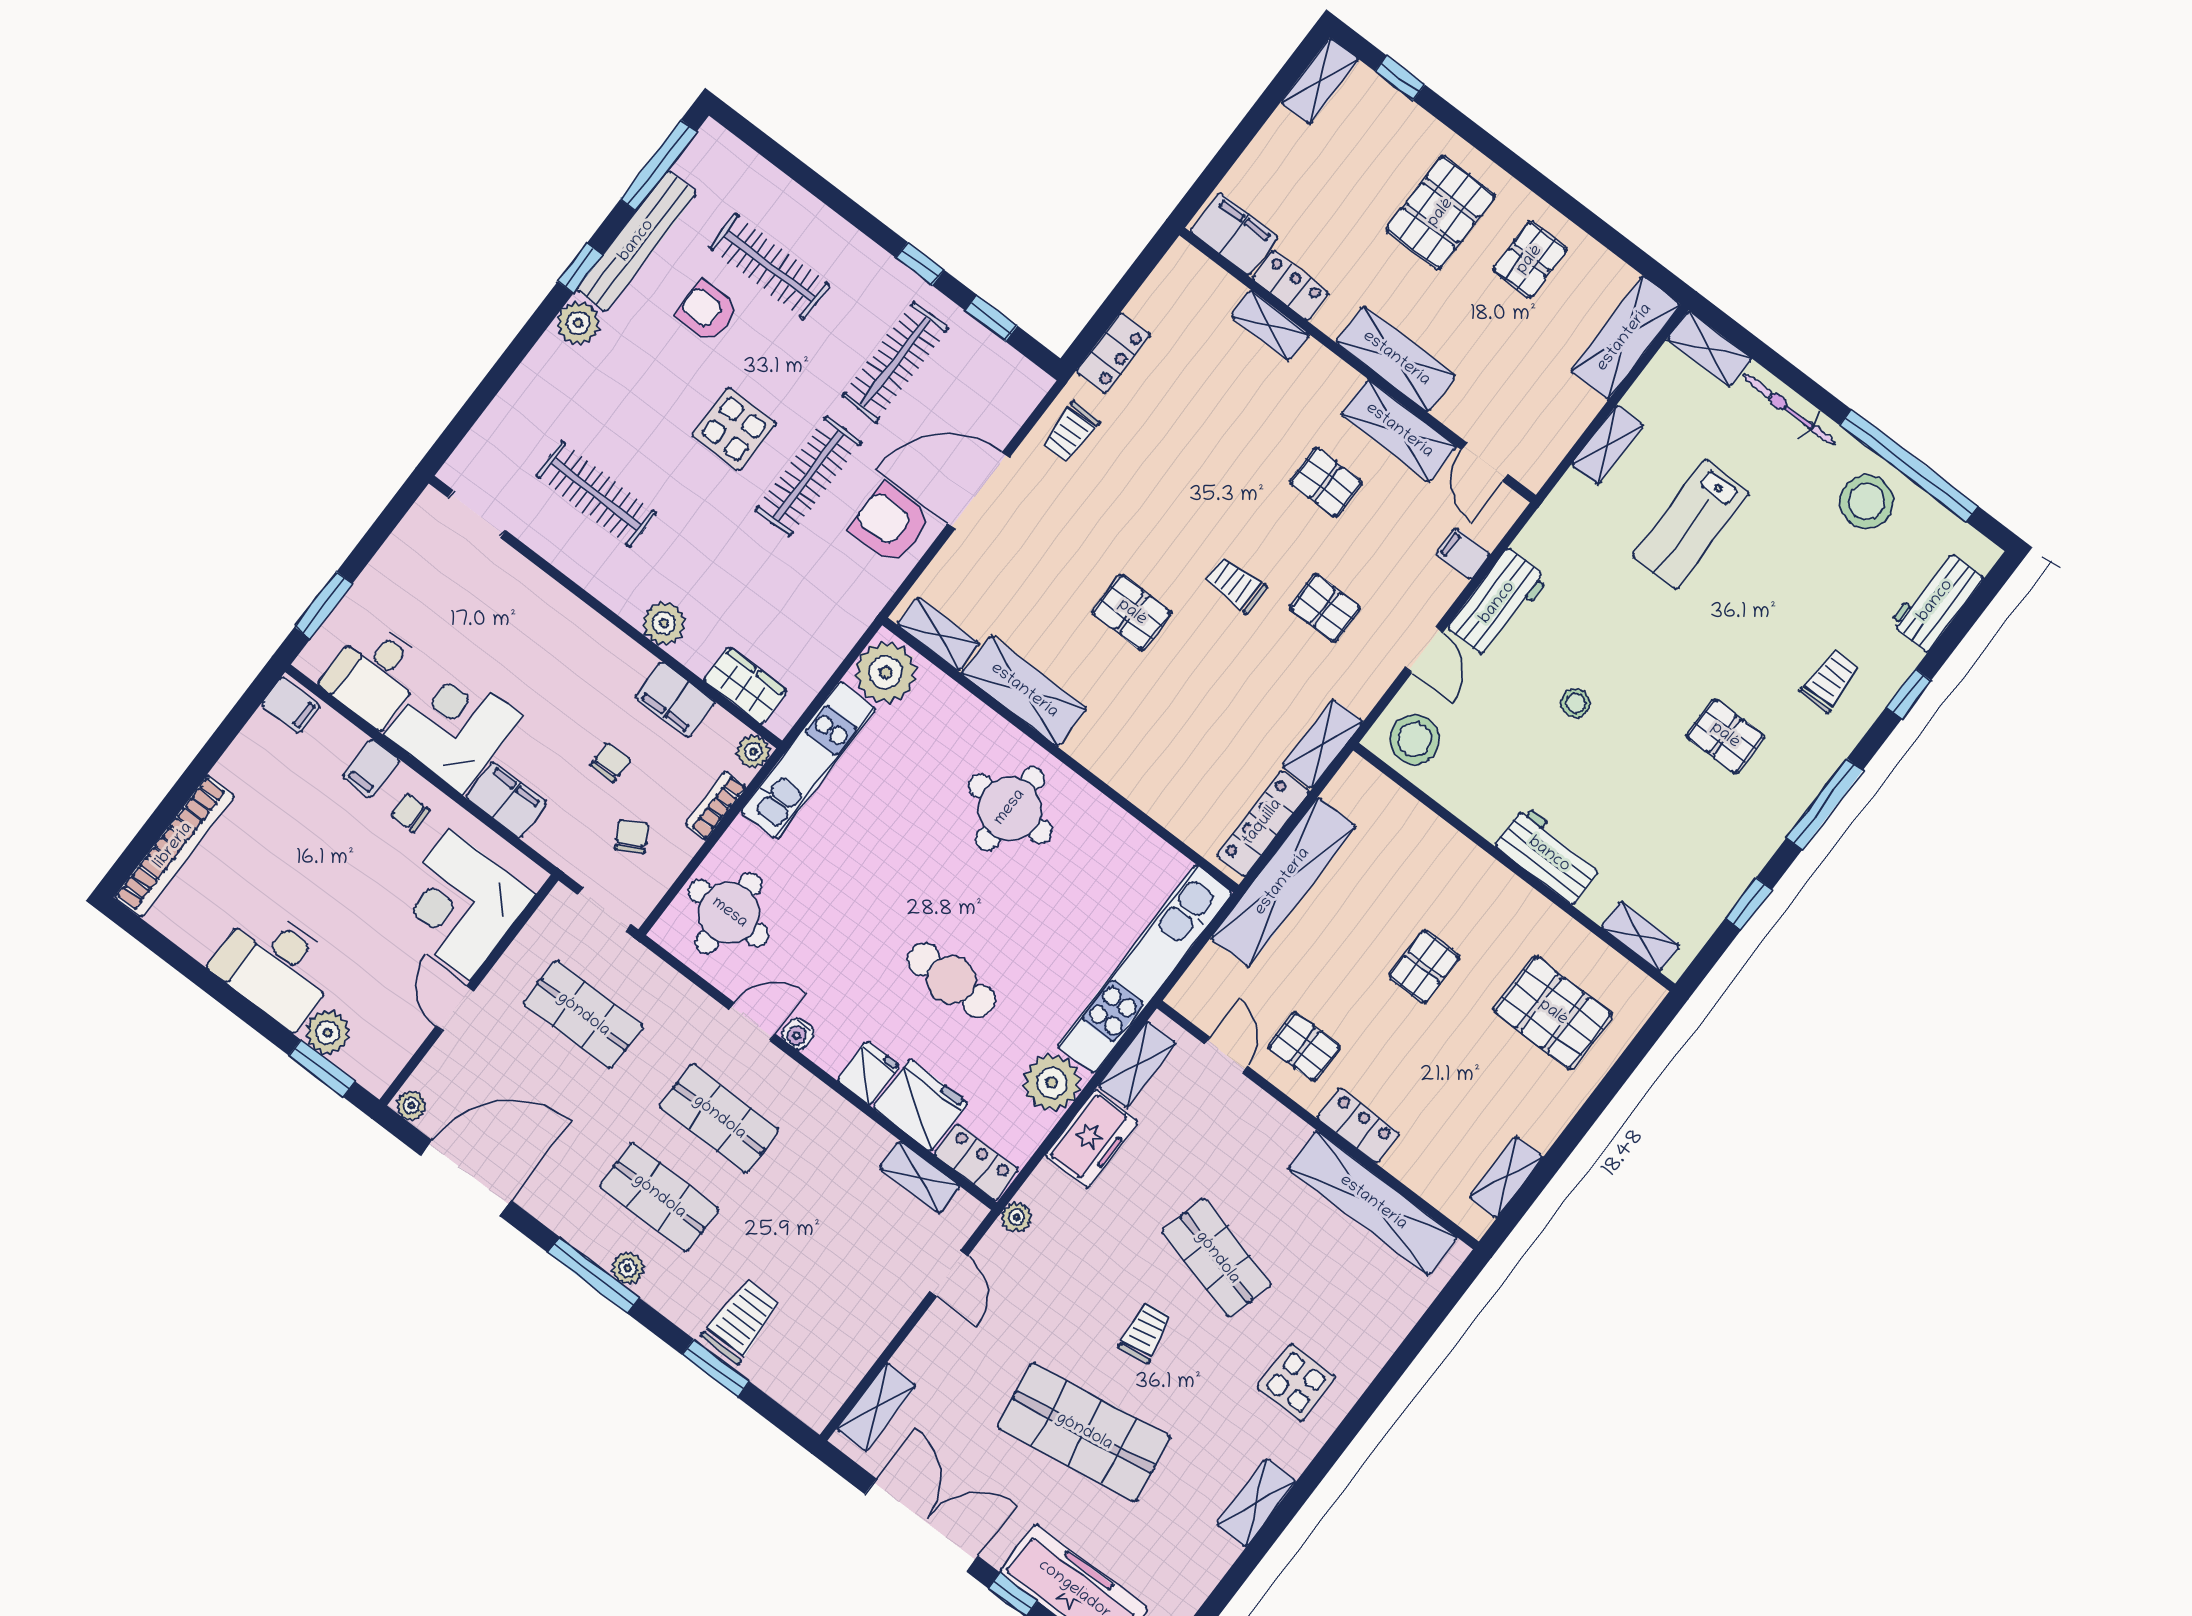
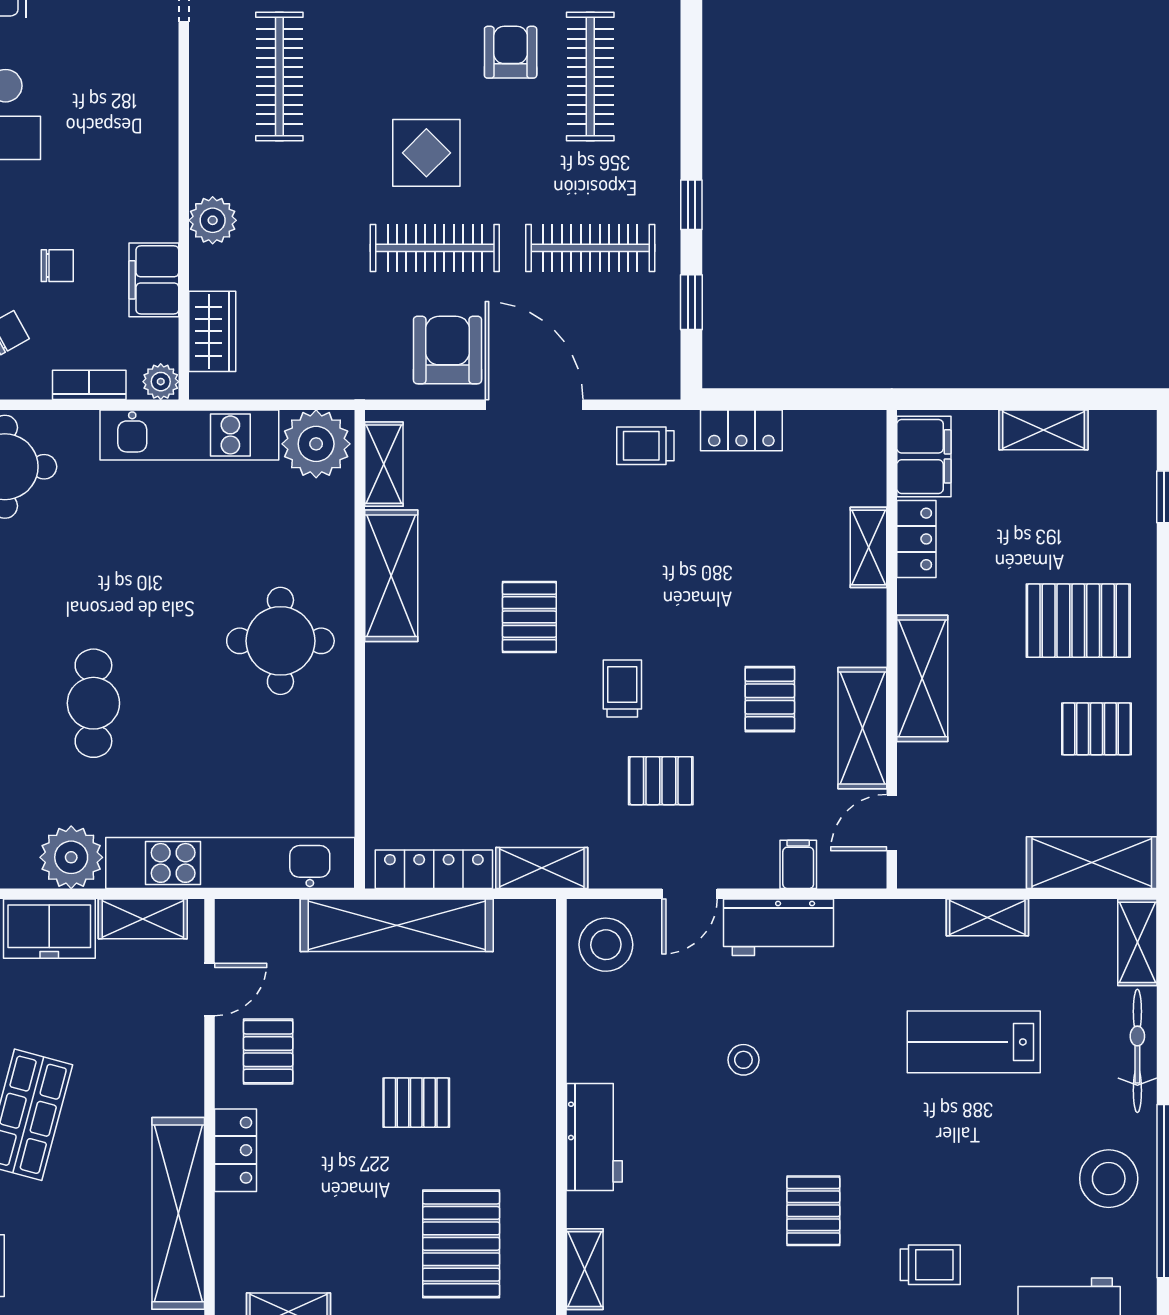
shelving: (1320, 81) -> (1043, 430), moved
pallet: (1325, 608) -> (661, 781), turned 90

